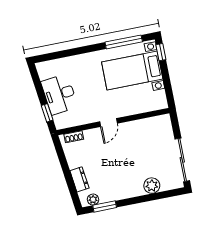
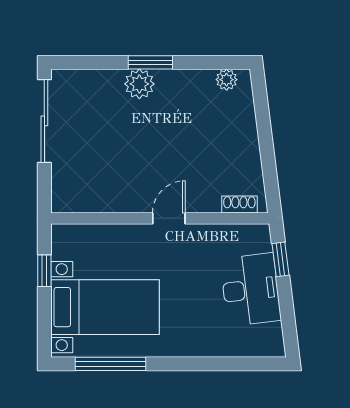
window: (161, 52) -> (44, 271), moved
dresser: (79, 179) -> (244, 122), removed
plant: (152, 186) -> (139, 84), moved
window: (105, 206) -> (150, 62), moved

